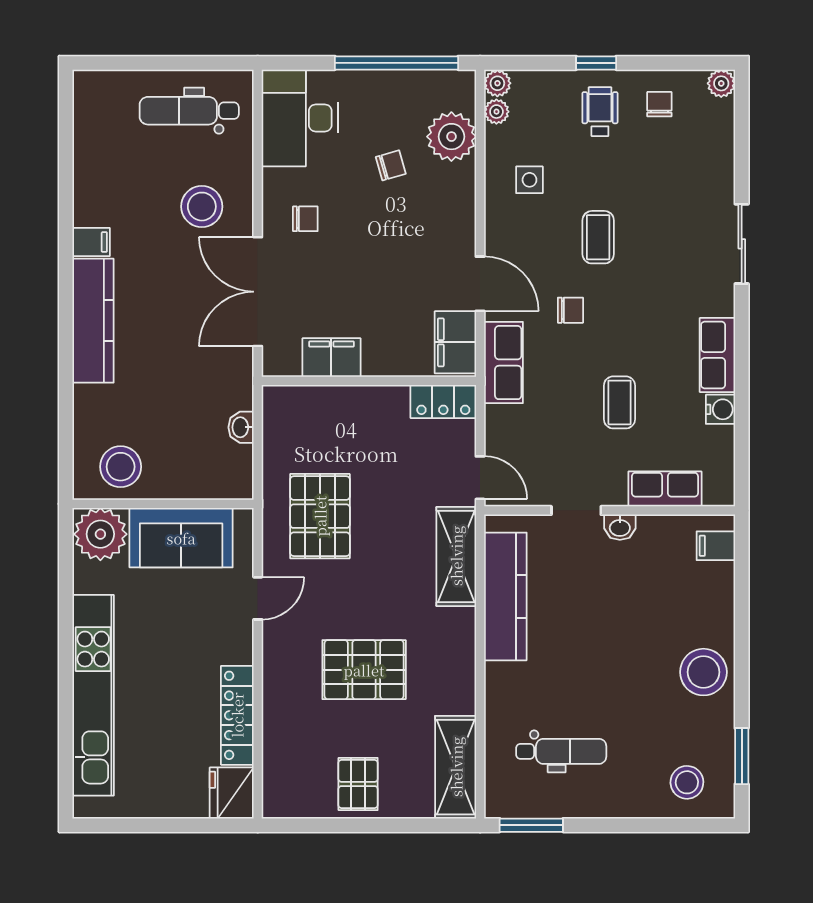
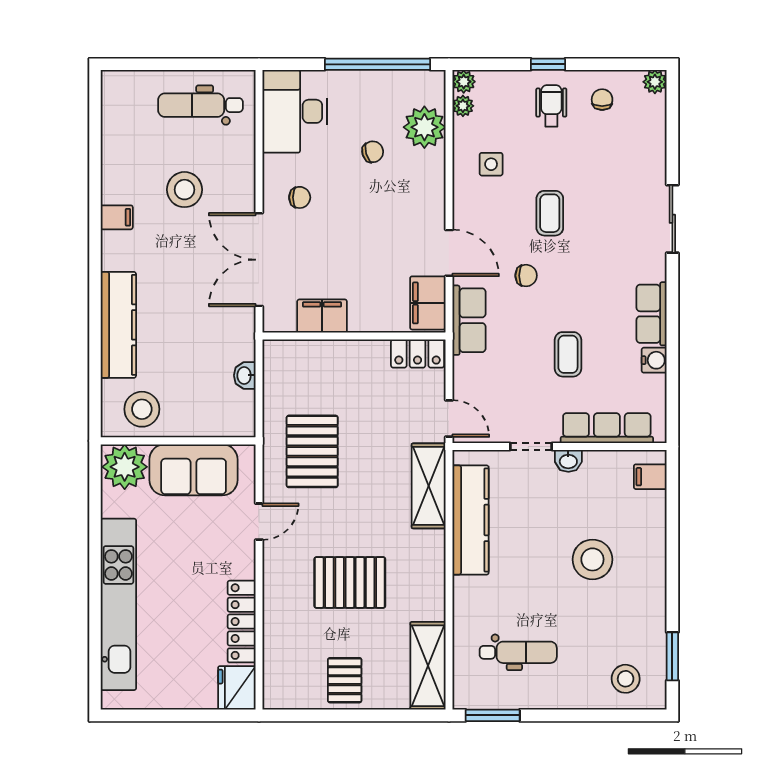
stool: (202, 207) -> (184, 190), moved
kitchen counter: (93, 321) -> (118, 325), moved
row of seats: (665, 489) -> (607, 428), width x1.48
stool: (703, 672) -> (592, 559), moved

